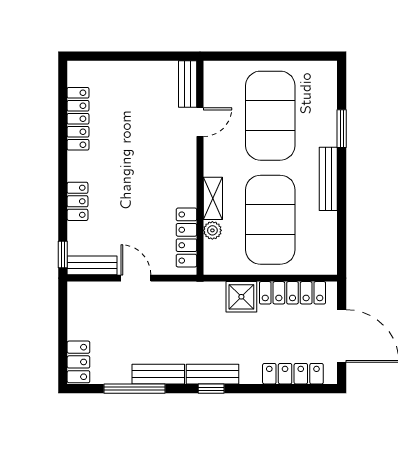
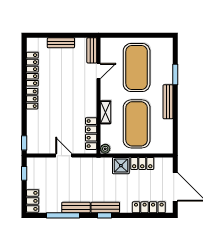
locker: (78, 201) -> (32, 99), moved
plant: (212, 230) -> (105, 149), moved
bench: (92, 265) -> (61, 43), moved
locker: (292, 293) -> (142, 163), width x0.66
window: (63, 311) -> (24, 173), added

